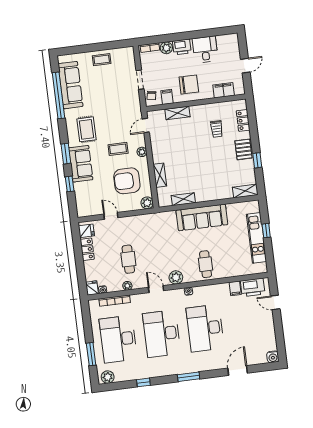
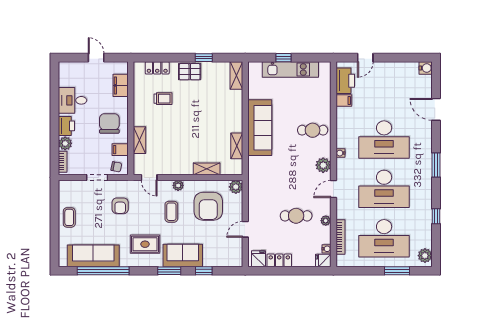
armchair: (118, 103) -> (120, 206), added

